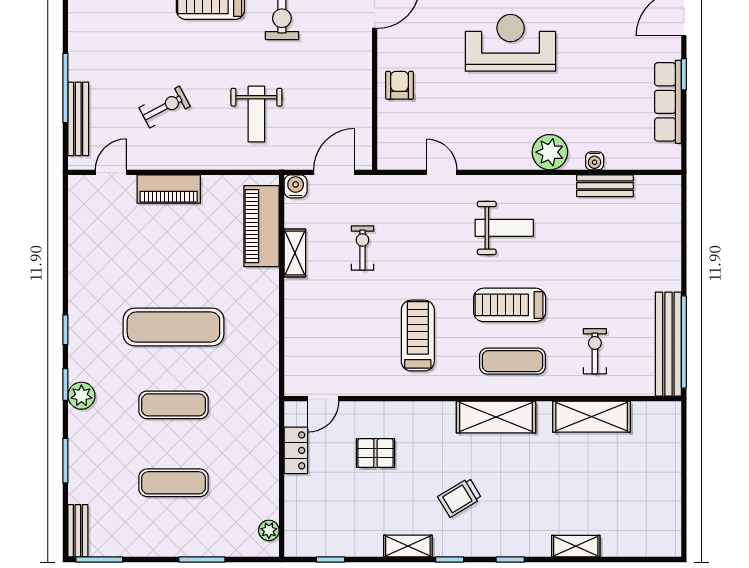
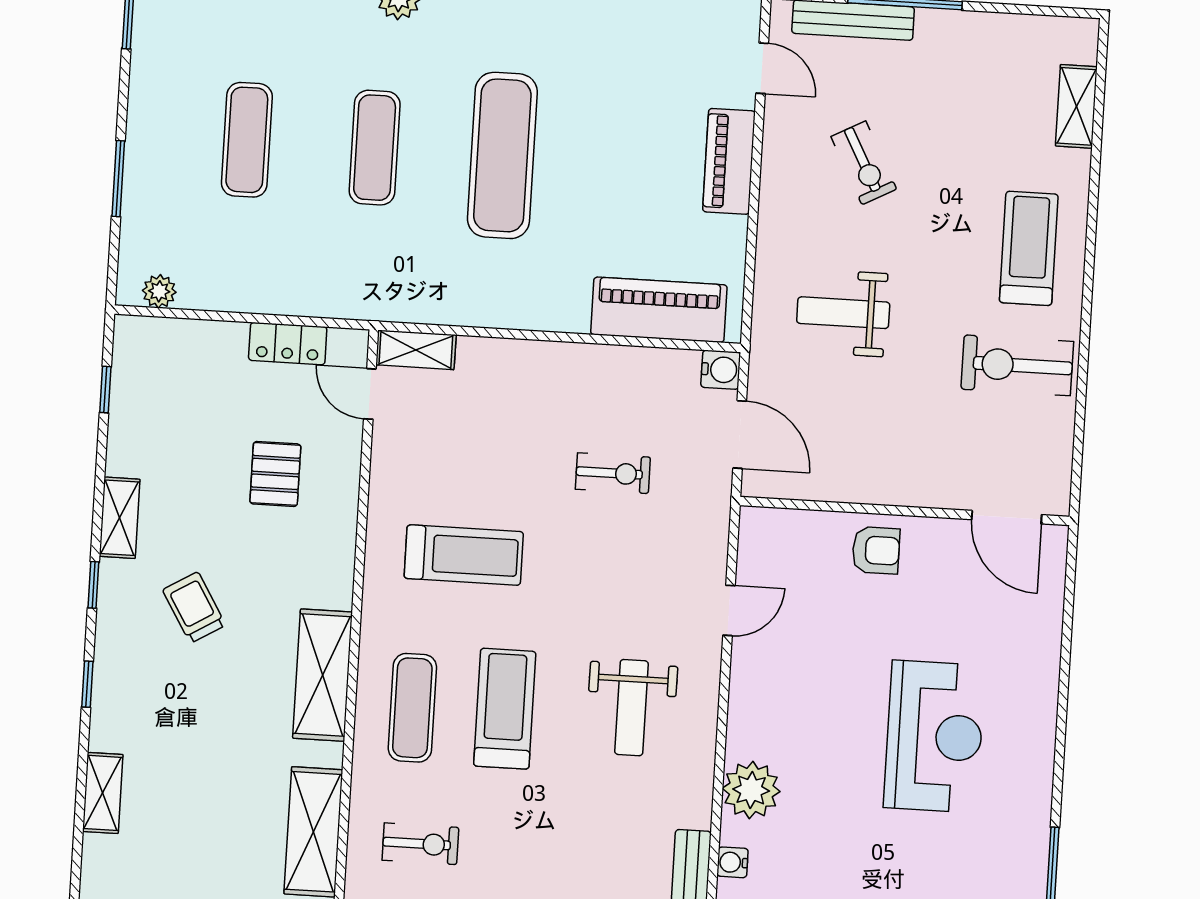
shelving: (295, 253) -> (416, 350), moved

